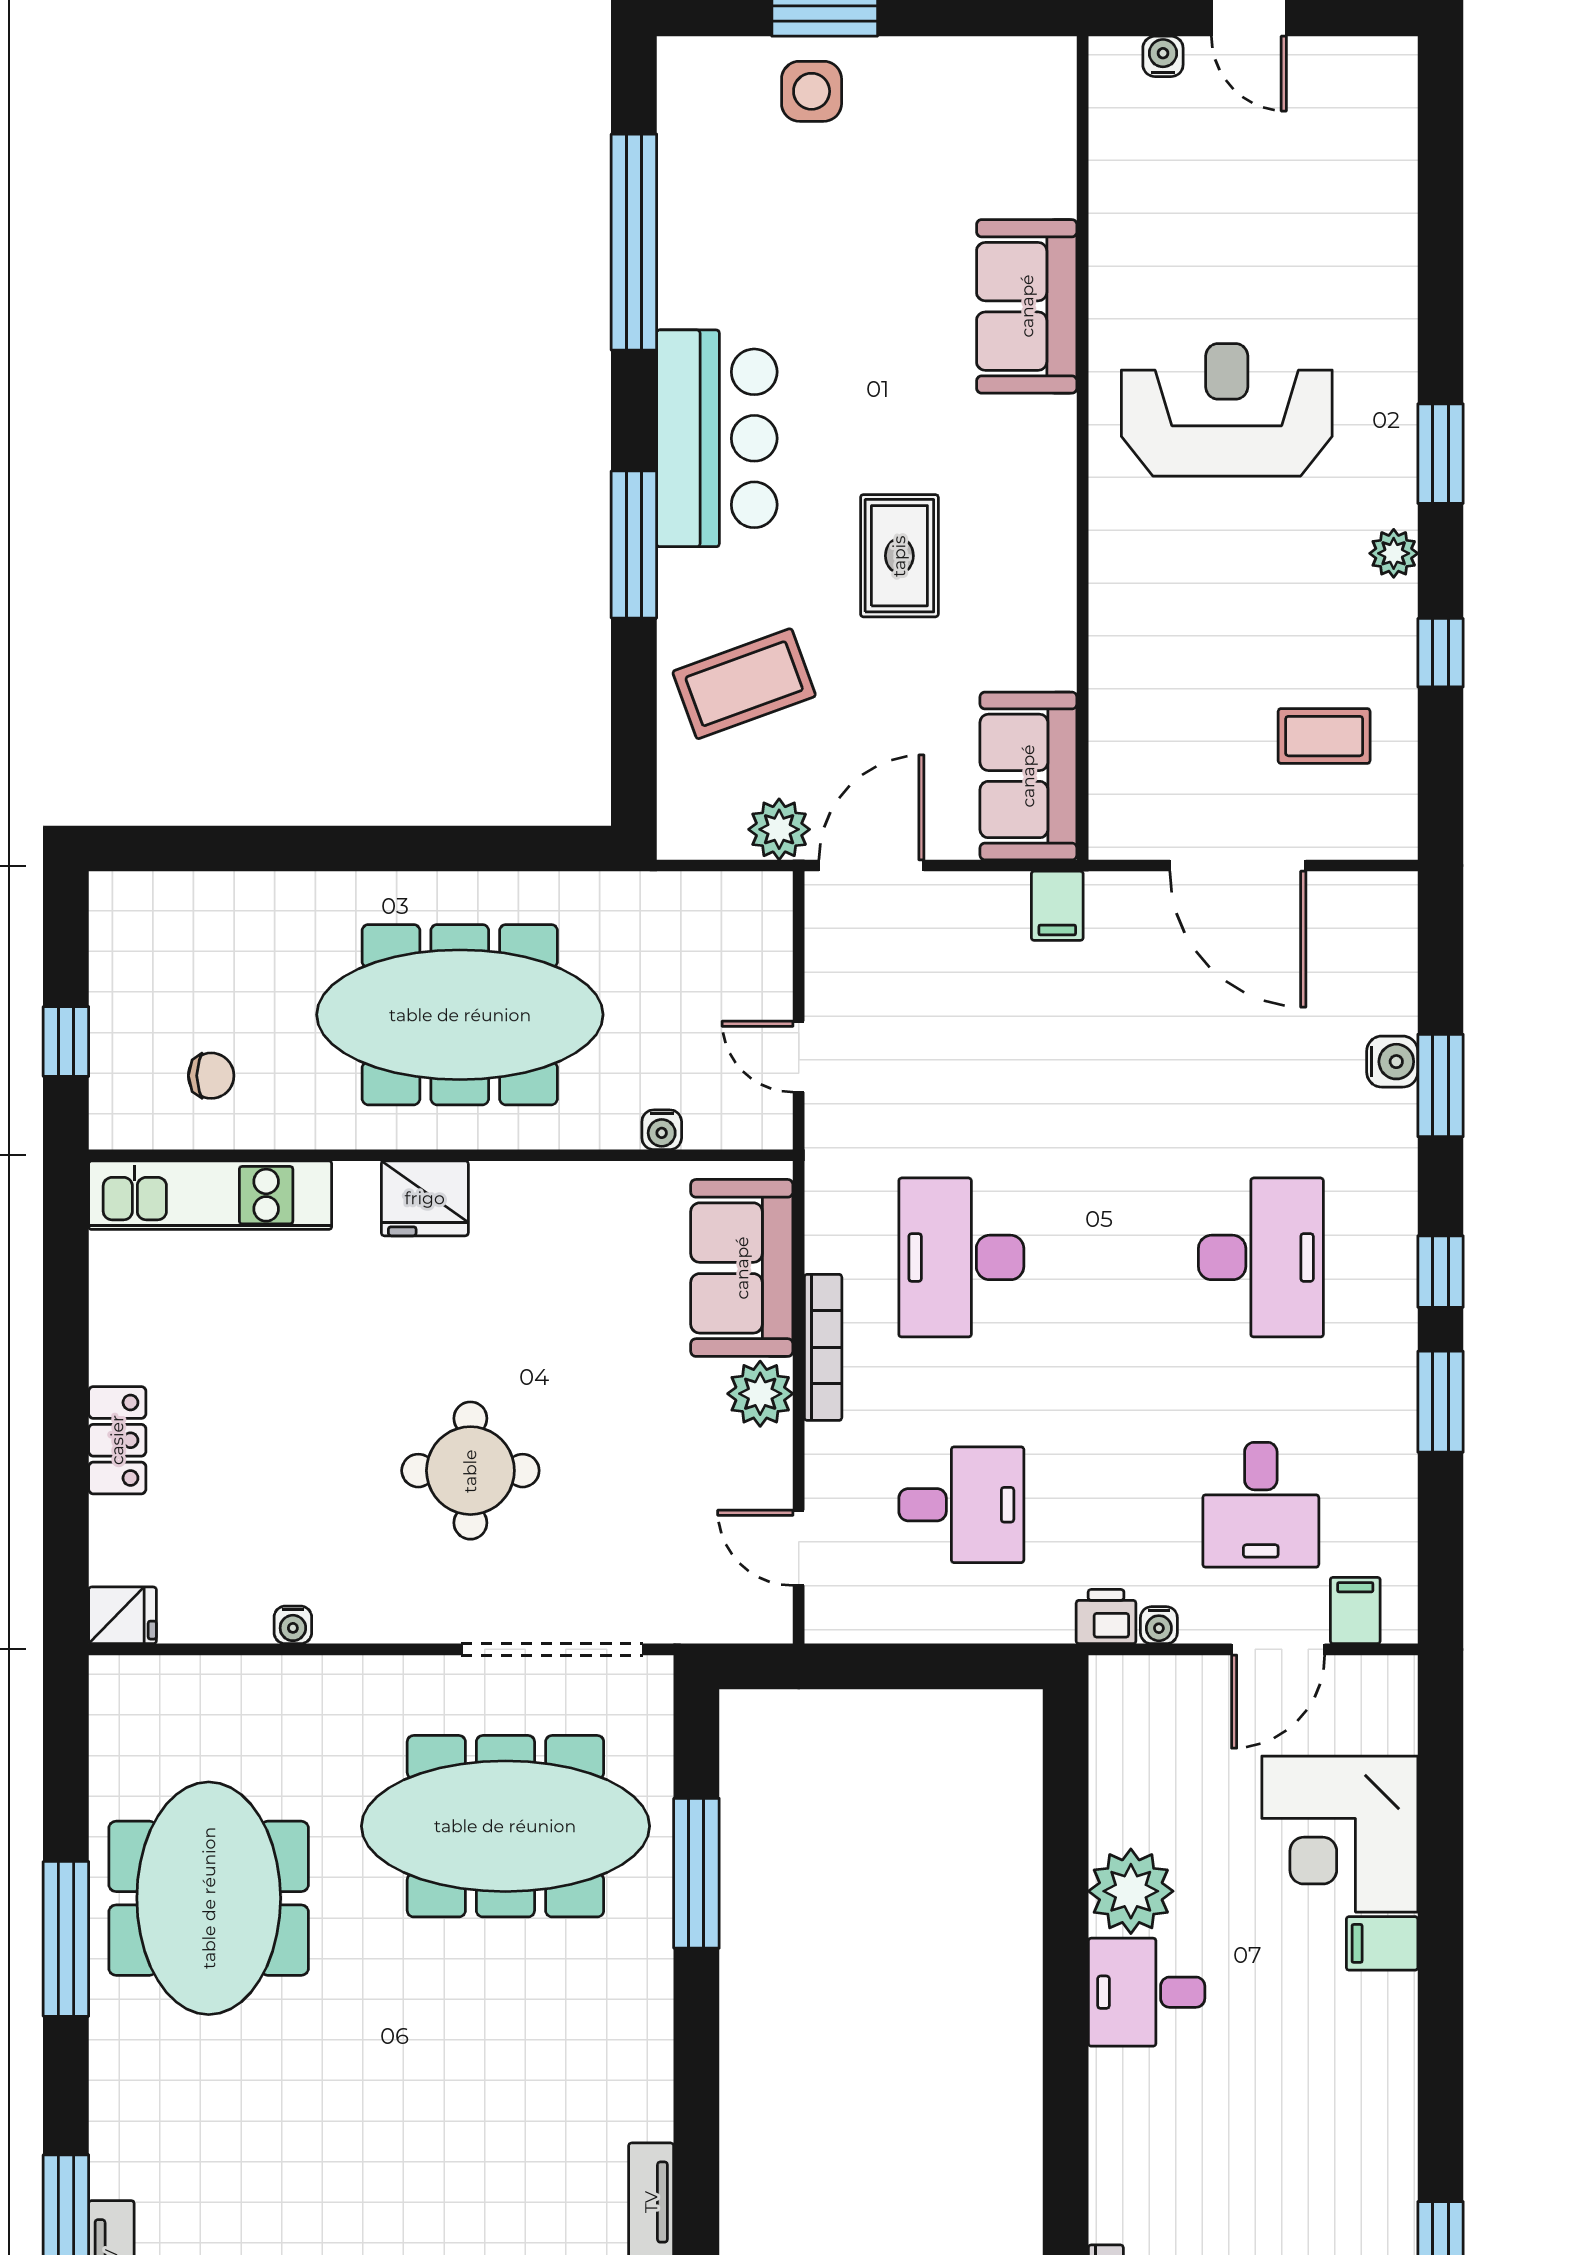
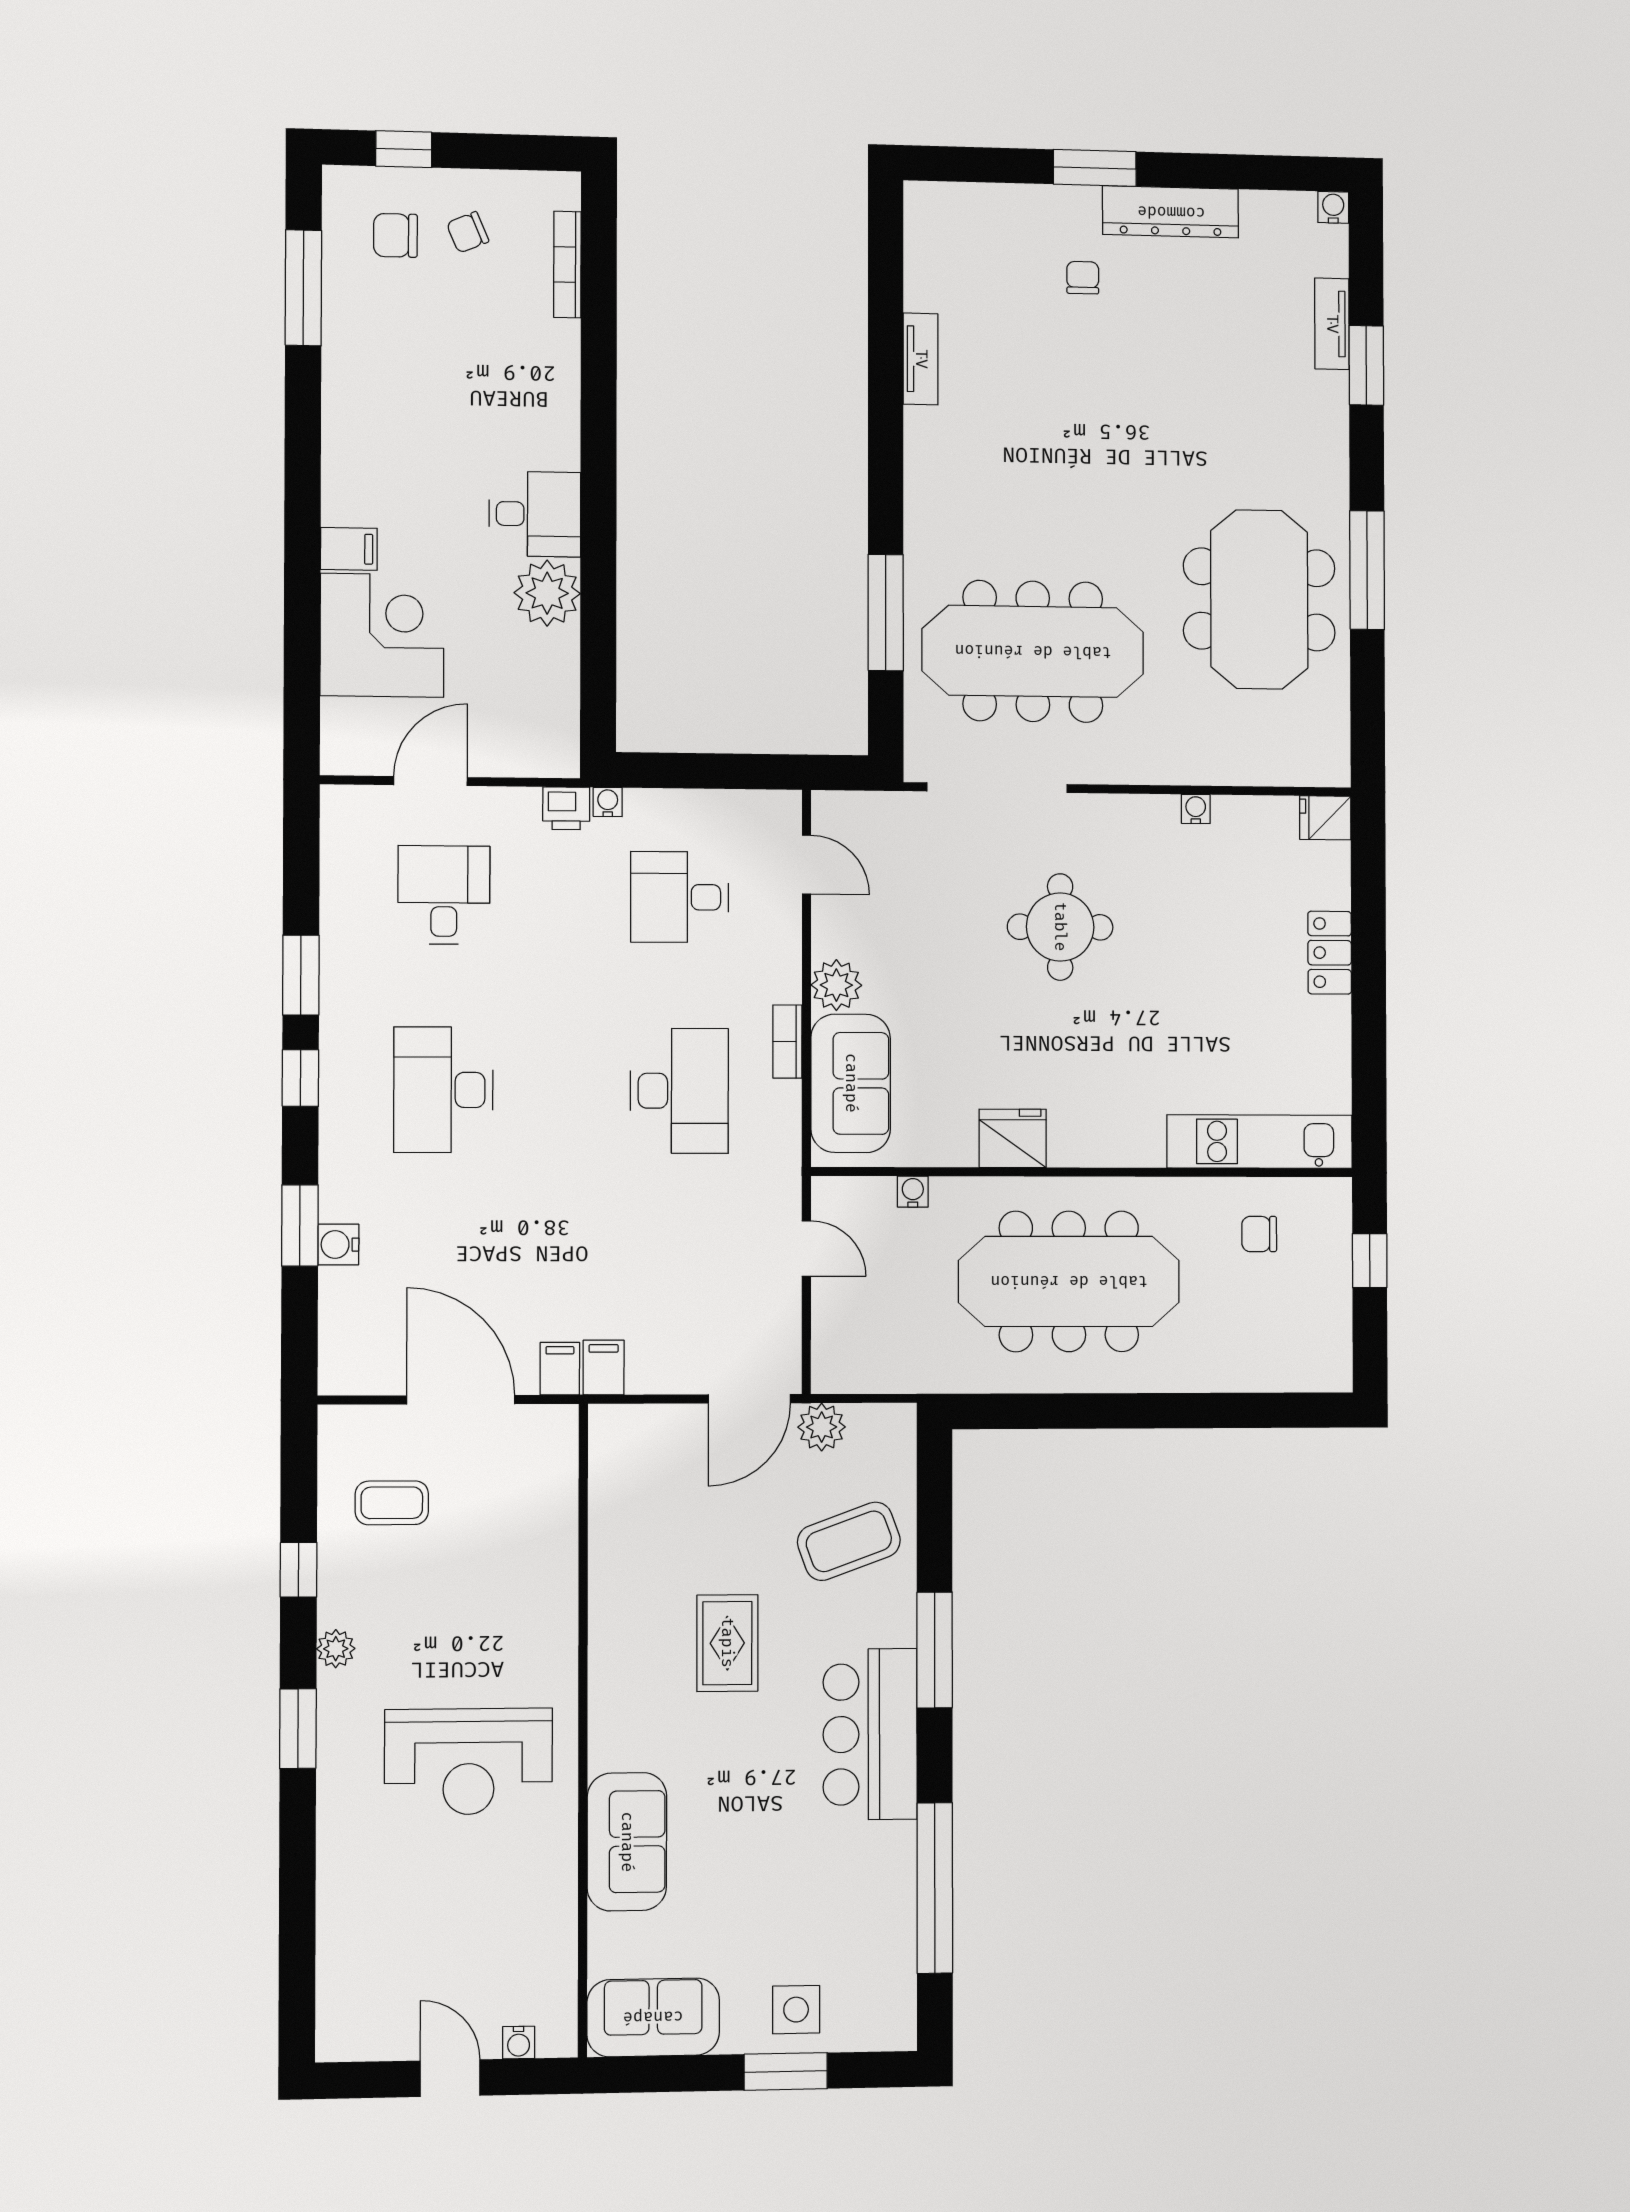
sofa: (1028, 776) -> (653, 2017), moved, turned -90
fridge: (425, 1198) -> (1013, 1138), moved
bookcase: (823, 1347) -> (787, 1042), width x0.64
filing cabinet: (1355, 1610) -> (560, 1369), moved, turned 180
water cooler: (1159, 1625) -> (608, 802), moved

